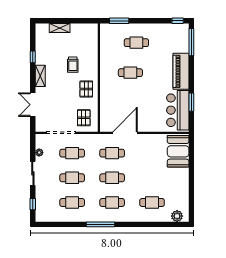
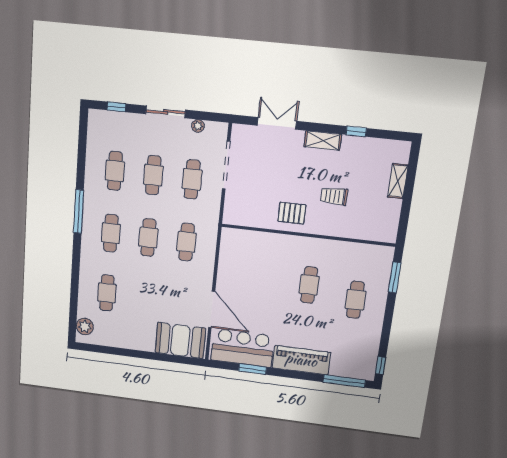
pallet: (84, 118) -> (246, 204), removed
door: (125, 133) -> (212, 309), moved

